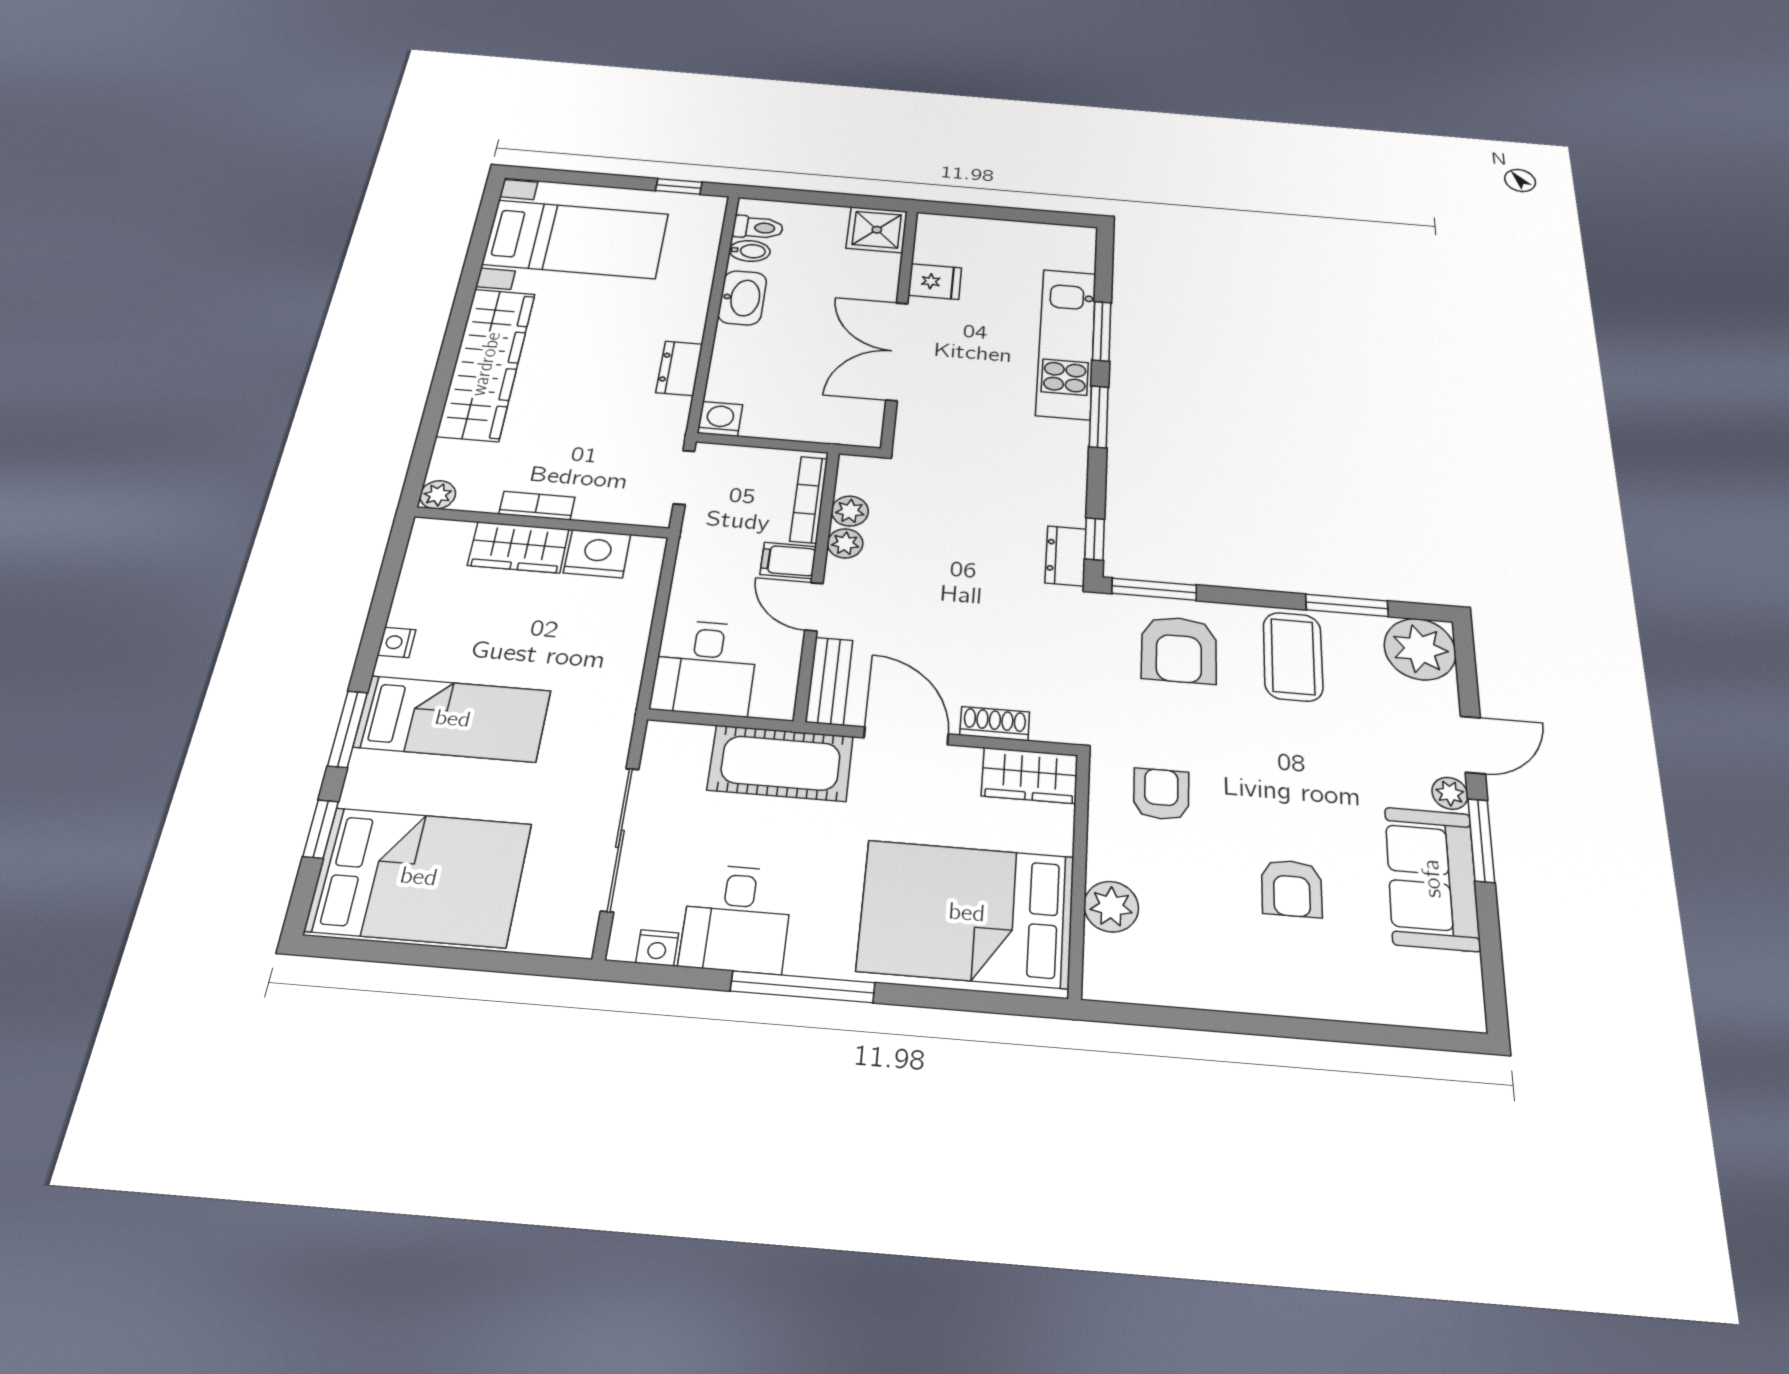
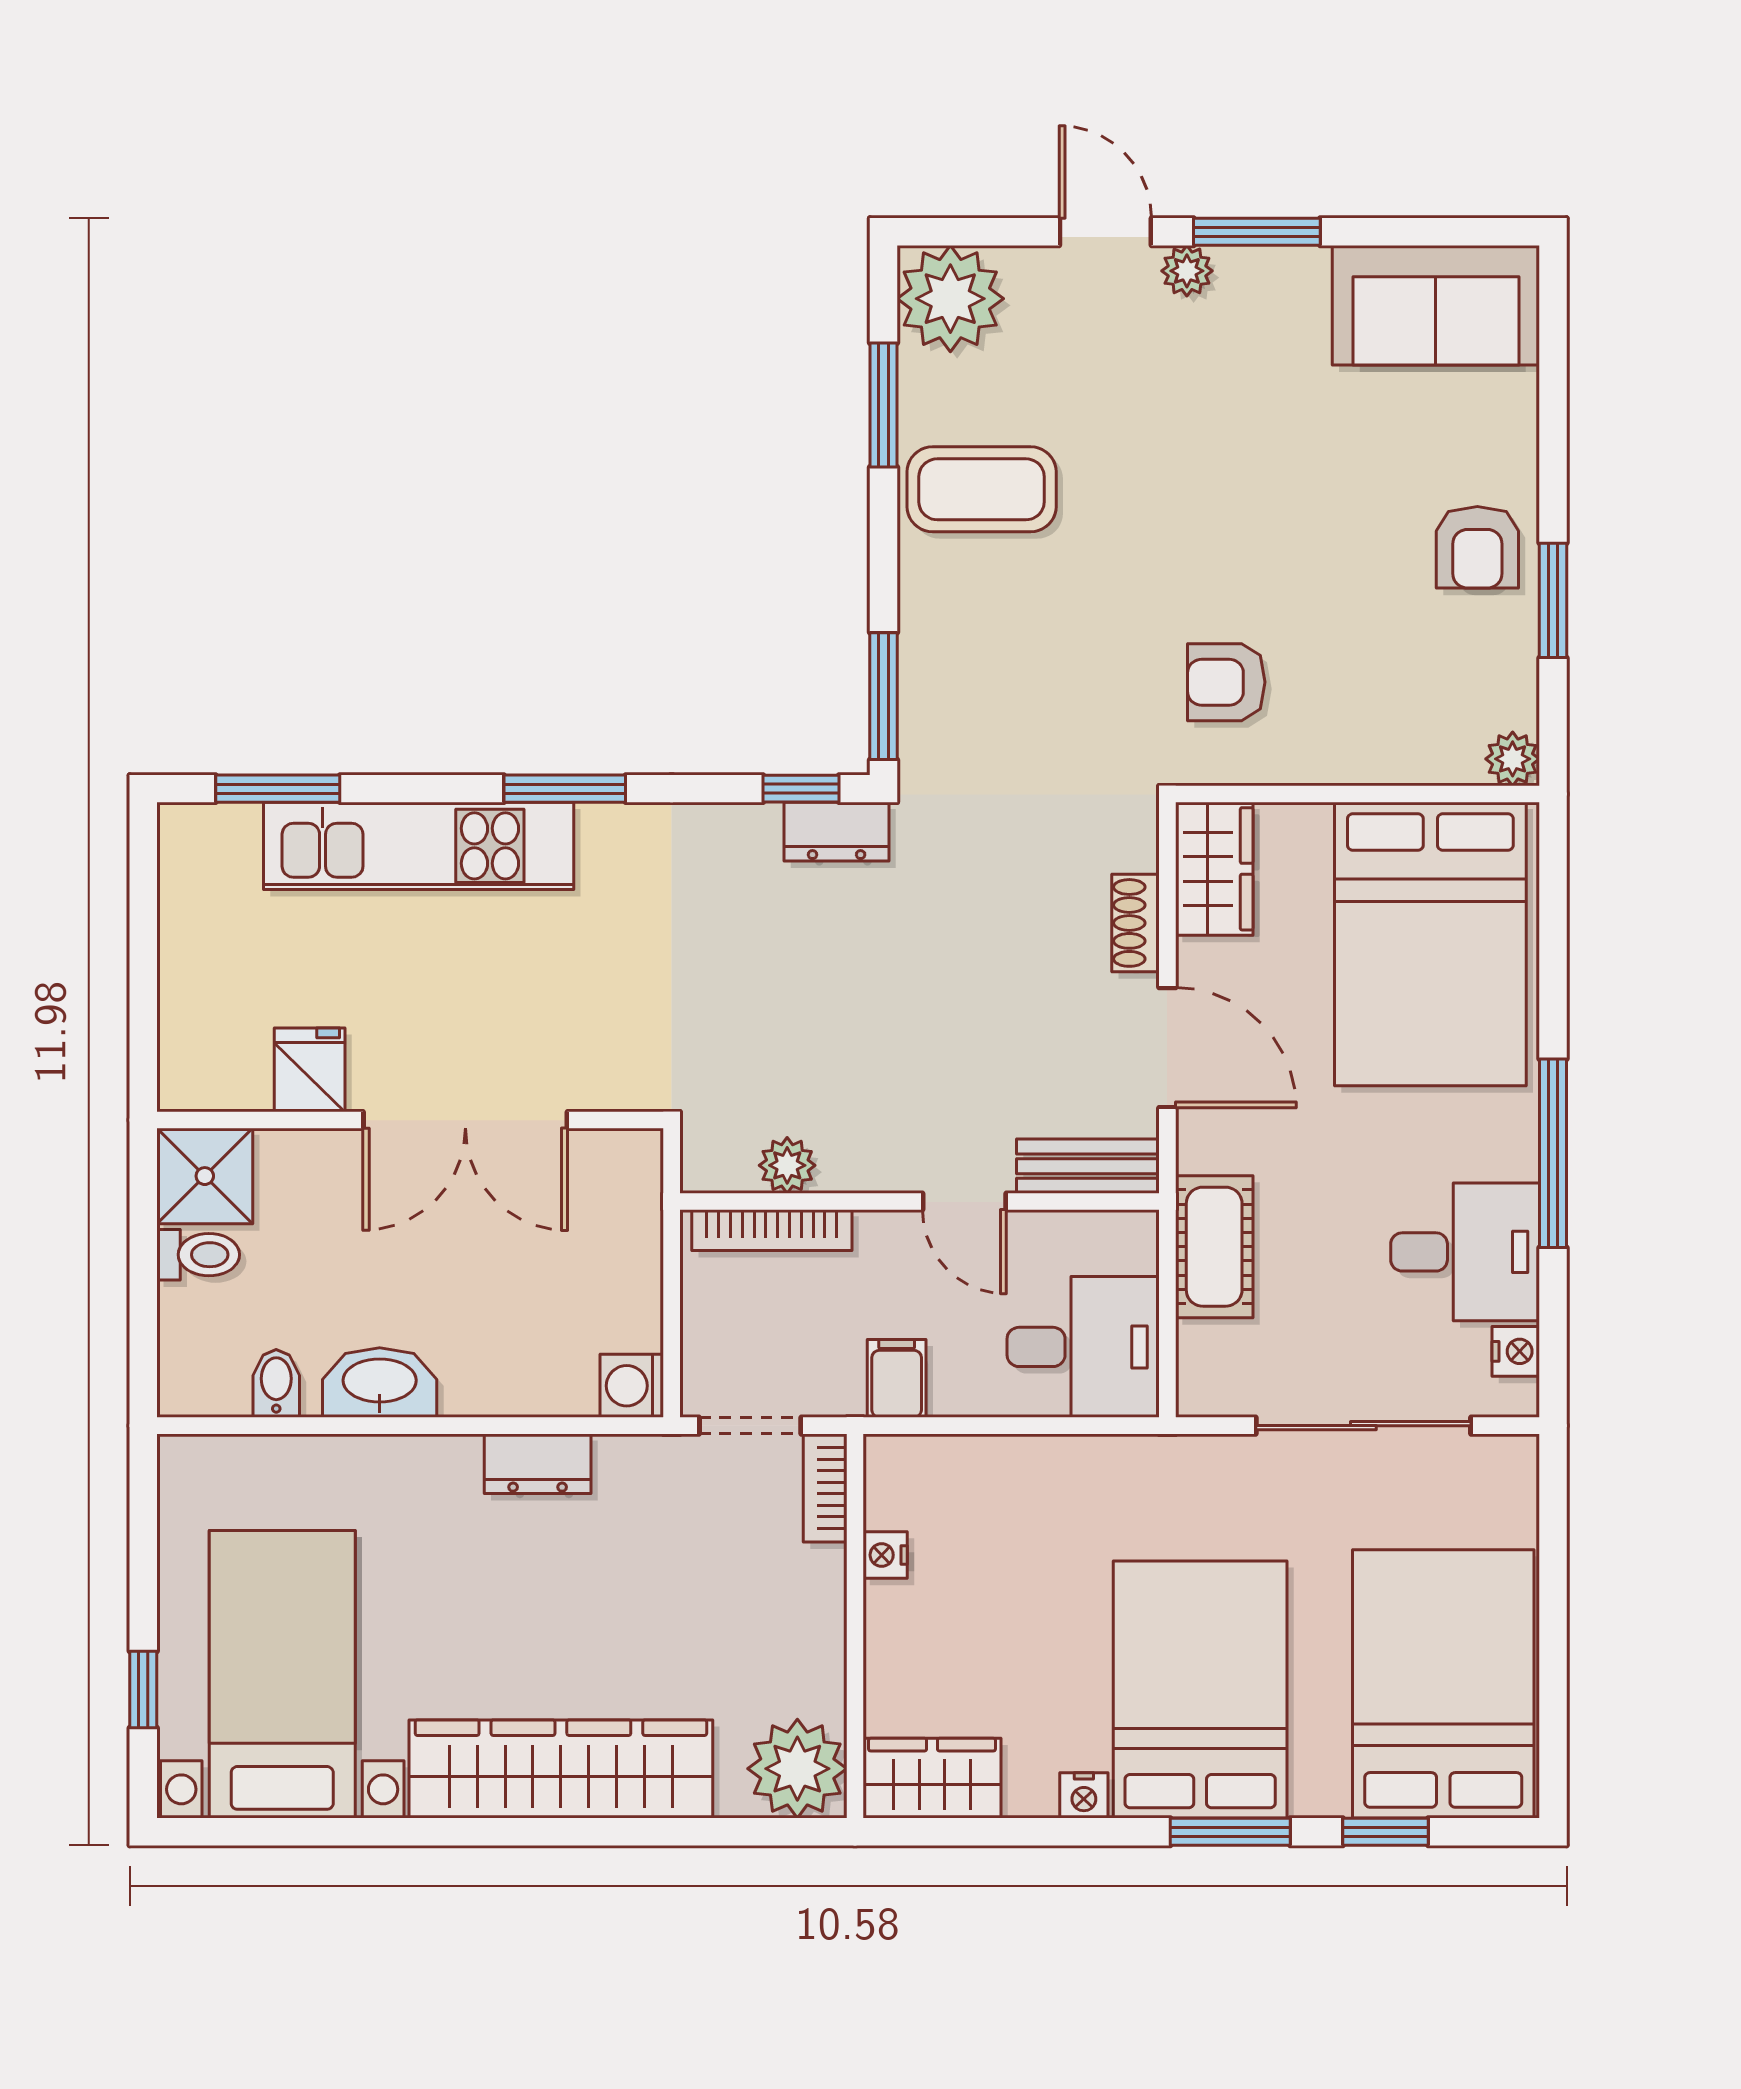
window: (679, 186) -> (143, 1689), moved
toilet: (758, 228) -> (198, 1255), moved, turned 90
window: (1102, 331) -> (278, 789), moved
plant: (438, 495) -> (797, 1769), width x1.87, depth x1.87
bookcase: (537, 506) -> (825, 1488), moved
plant: (845, 543) -> (847, 1167), removed
wardrobe: (518, 547) -> (932, 1778), moved, turned -90
nightstand: (597, 554) -> (885, 1555), width x0.53, depth x0.56
filing cabinet: (788, 560) -> (897, 1378), moved, turned 180
door: (814, 607) -> (964, 1202), hinge flipped
armchair: (1179, 650) -> (986, 658), removed
bed: (453, 719) -> (1200, 1690), width x1.50
door: (906, 736) -> (1167, 1048), swing flipped
cot: (781, 763) -> (1214, 1247), width x0.73, depth x0.75
sofa: (1432, 878) -> (1436, 305), moved
armchair: (1292, 888) -> (1477, 547), moved, turned 90
plant: (1111, 907) -> (1513, 759), moved, width x0.73, depth x0.73
window: (1221, 1022) -> (1553, 600), added

